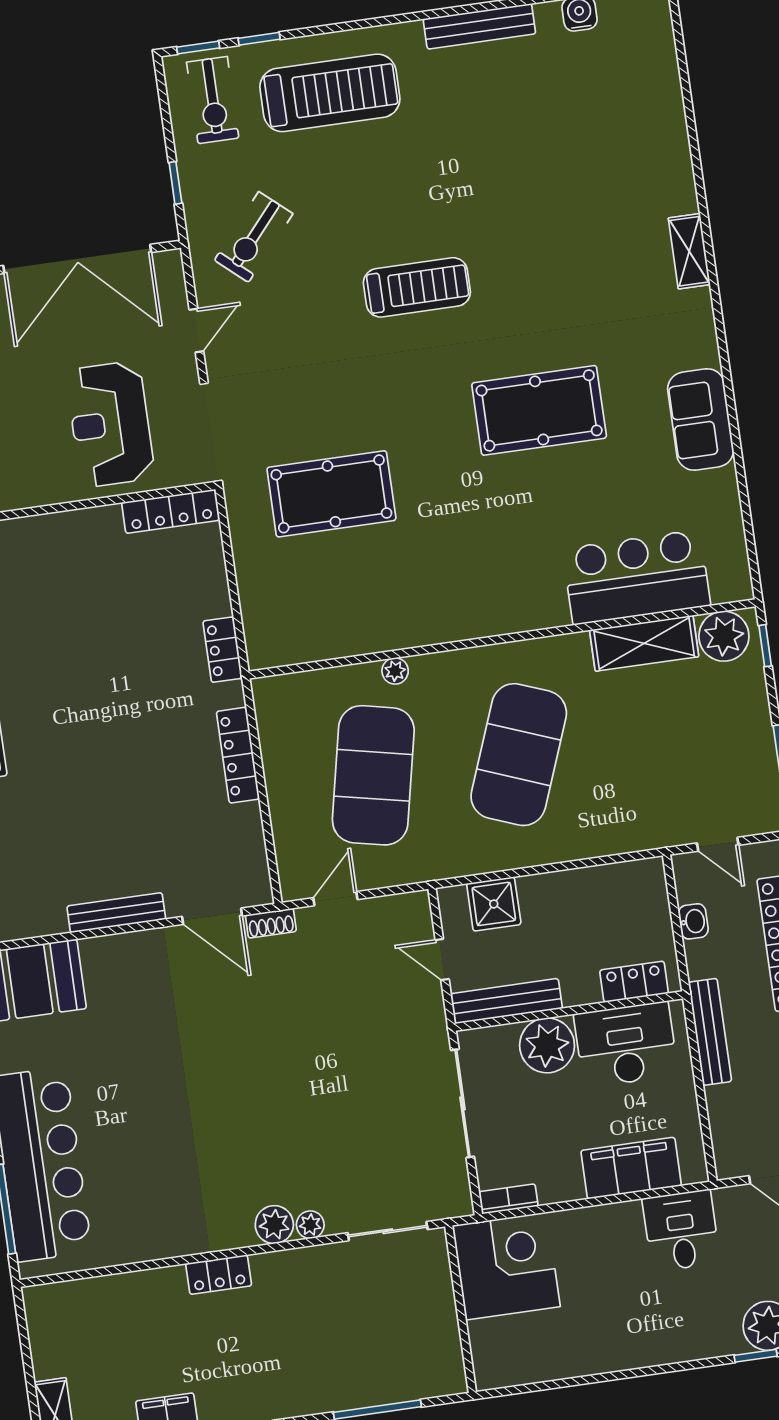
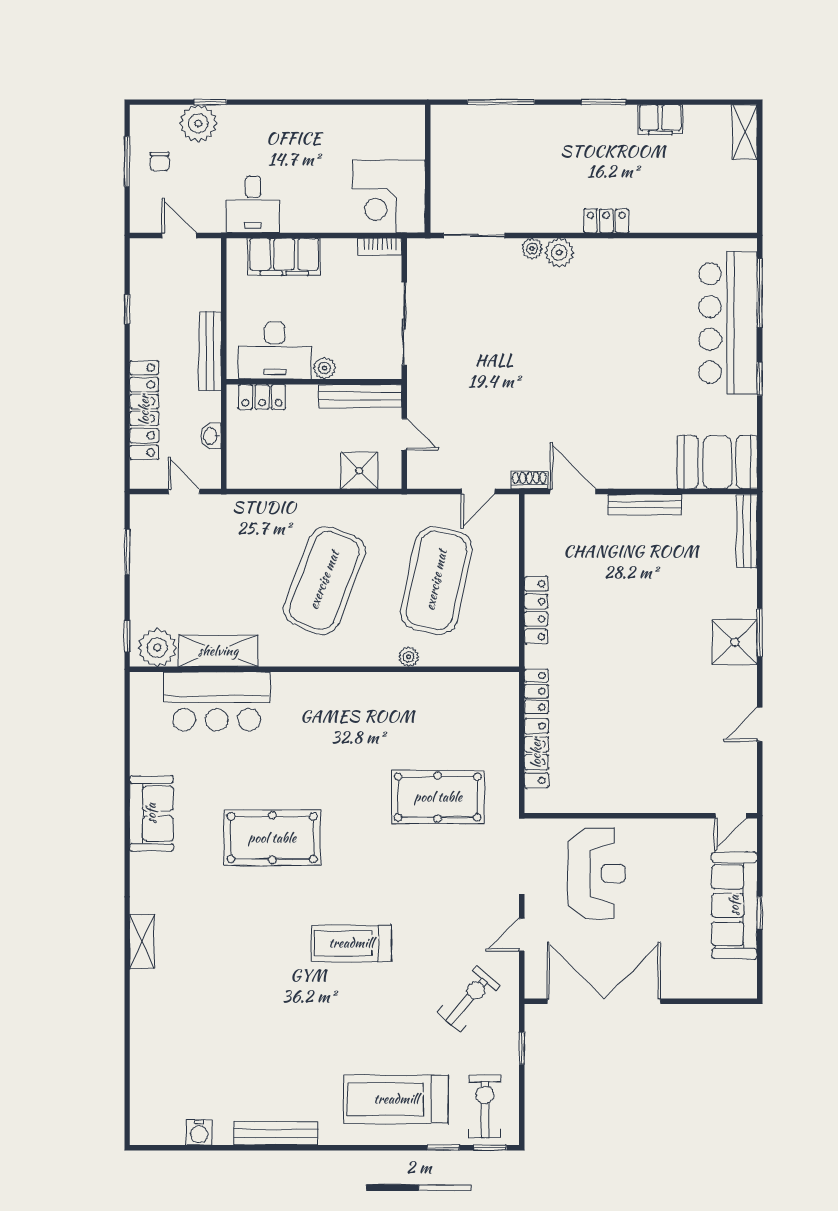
locker: (171, 511) -> (536, 753), moved, turned 90
plant: (547, 1045) -> (325, 368), width x0.53, depth x0.53

